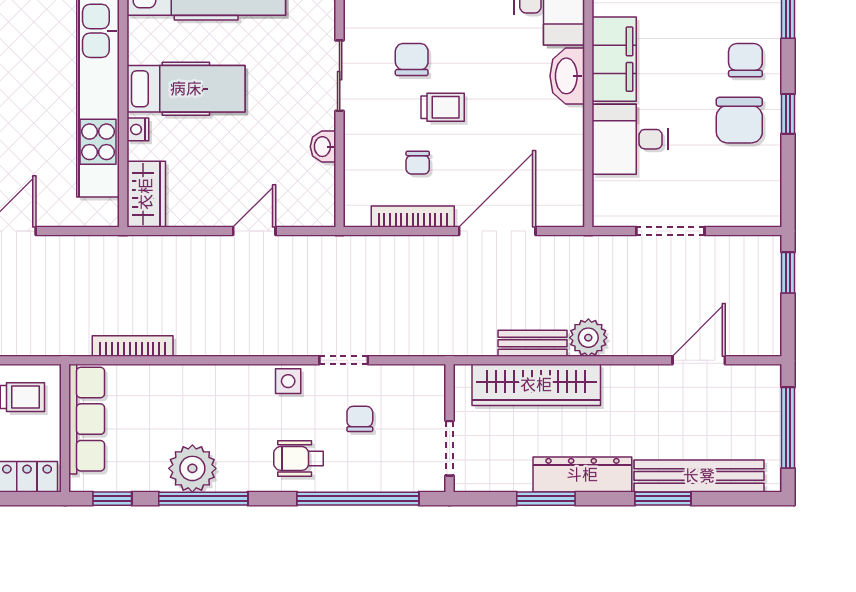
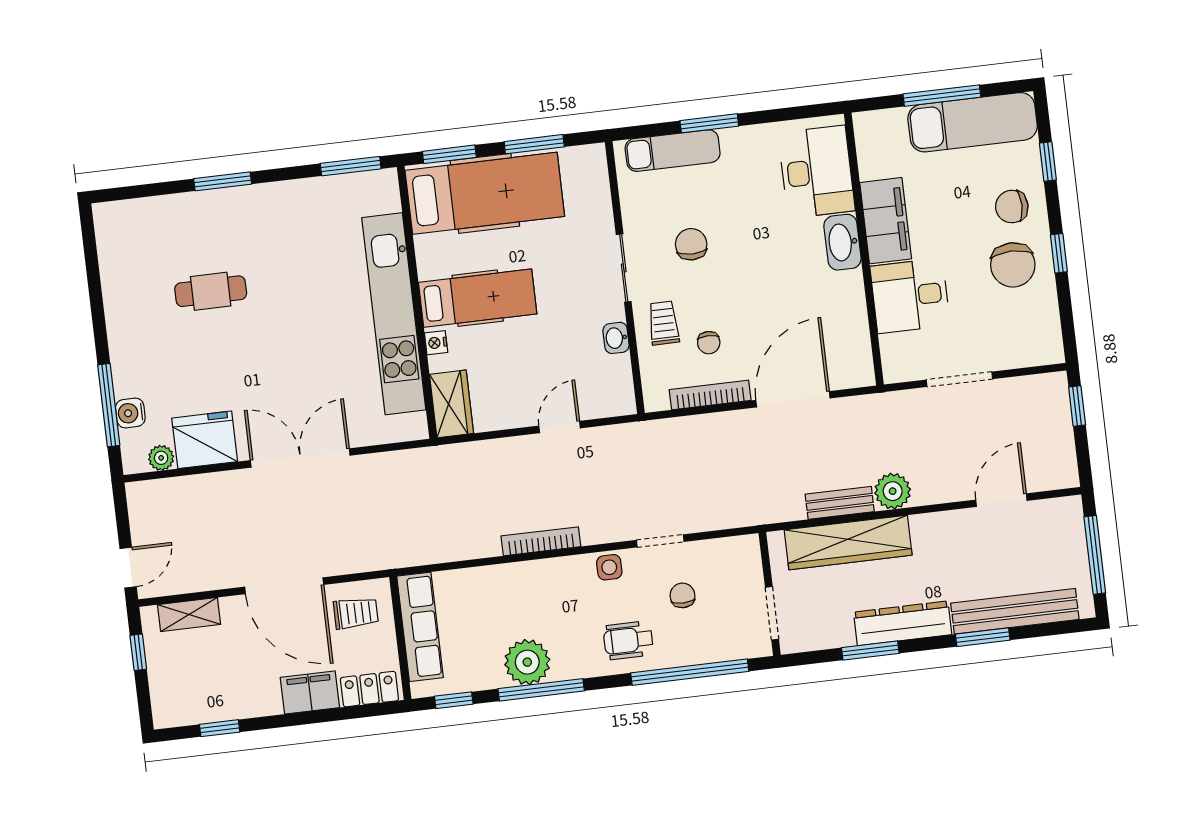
chair: (745, 60) -> (1012, 207), turned -90
trolley: (443, 107) -> (664, 323), moved, turned -90
bookcase: (133, 346) -> (541, 541), moved

